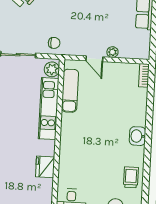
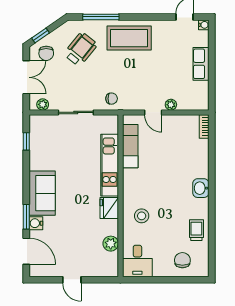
plant: (52, 69) -> (111, 244), moved
stool: (78, 160) -> (142, 216), added
fridge: (45, 167) -> (109, 208), moved

